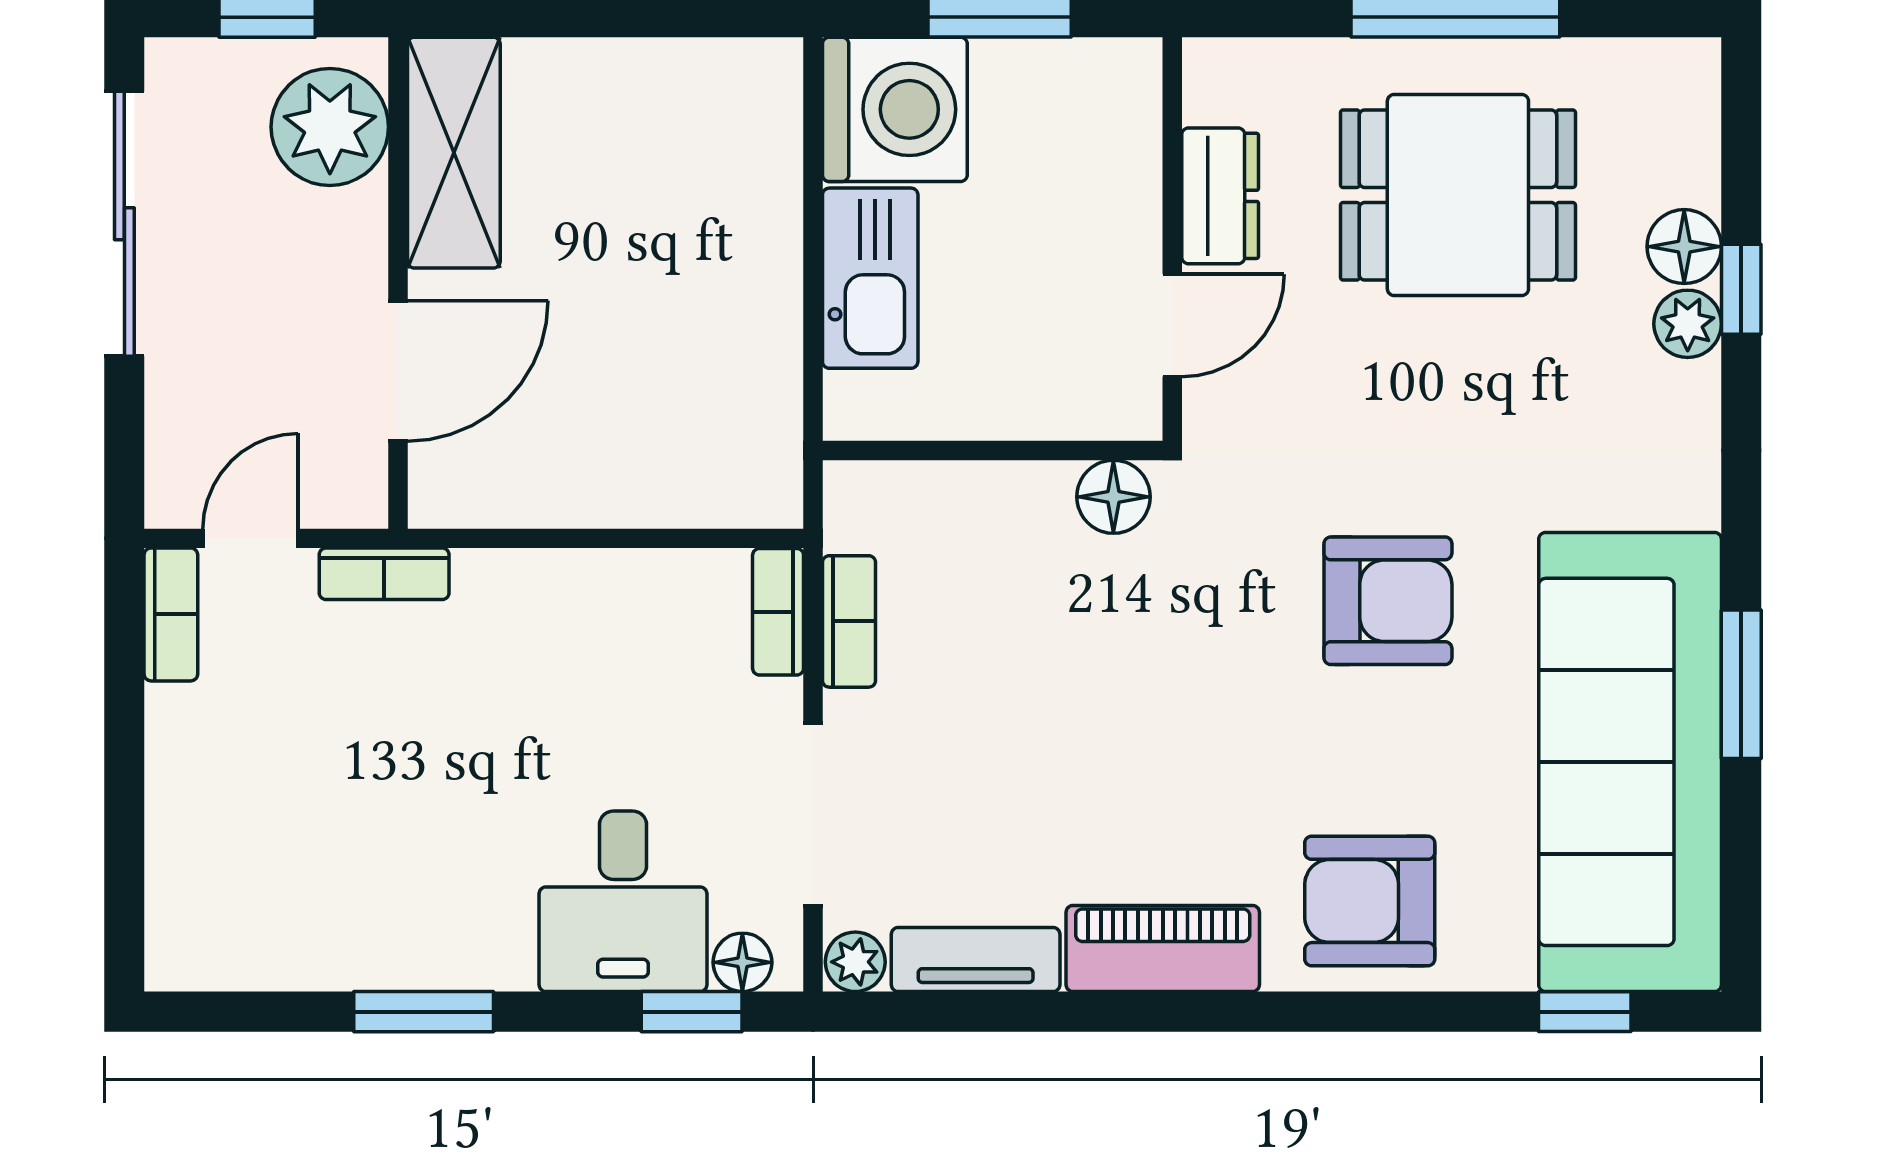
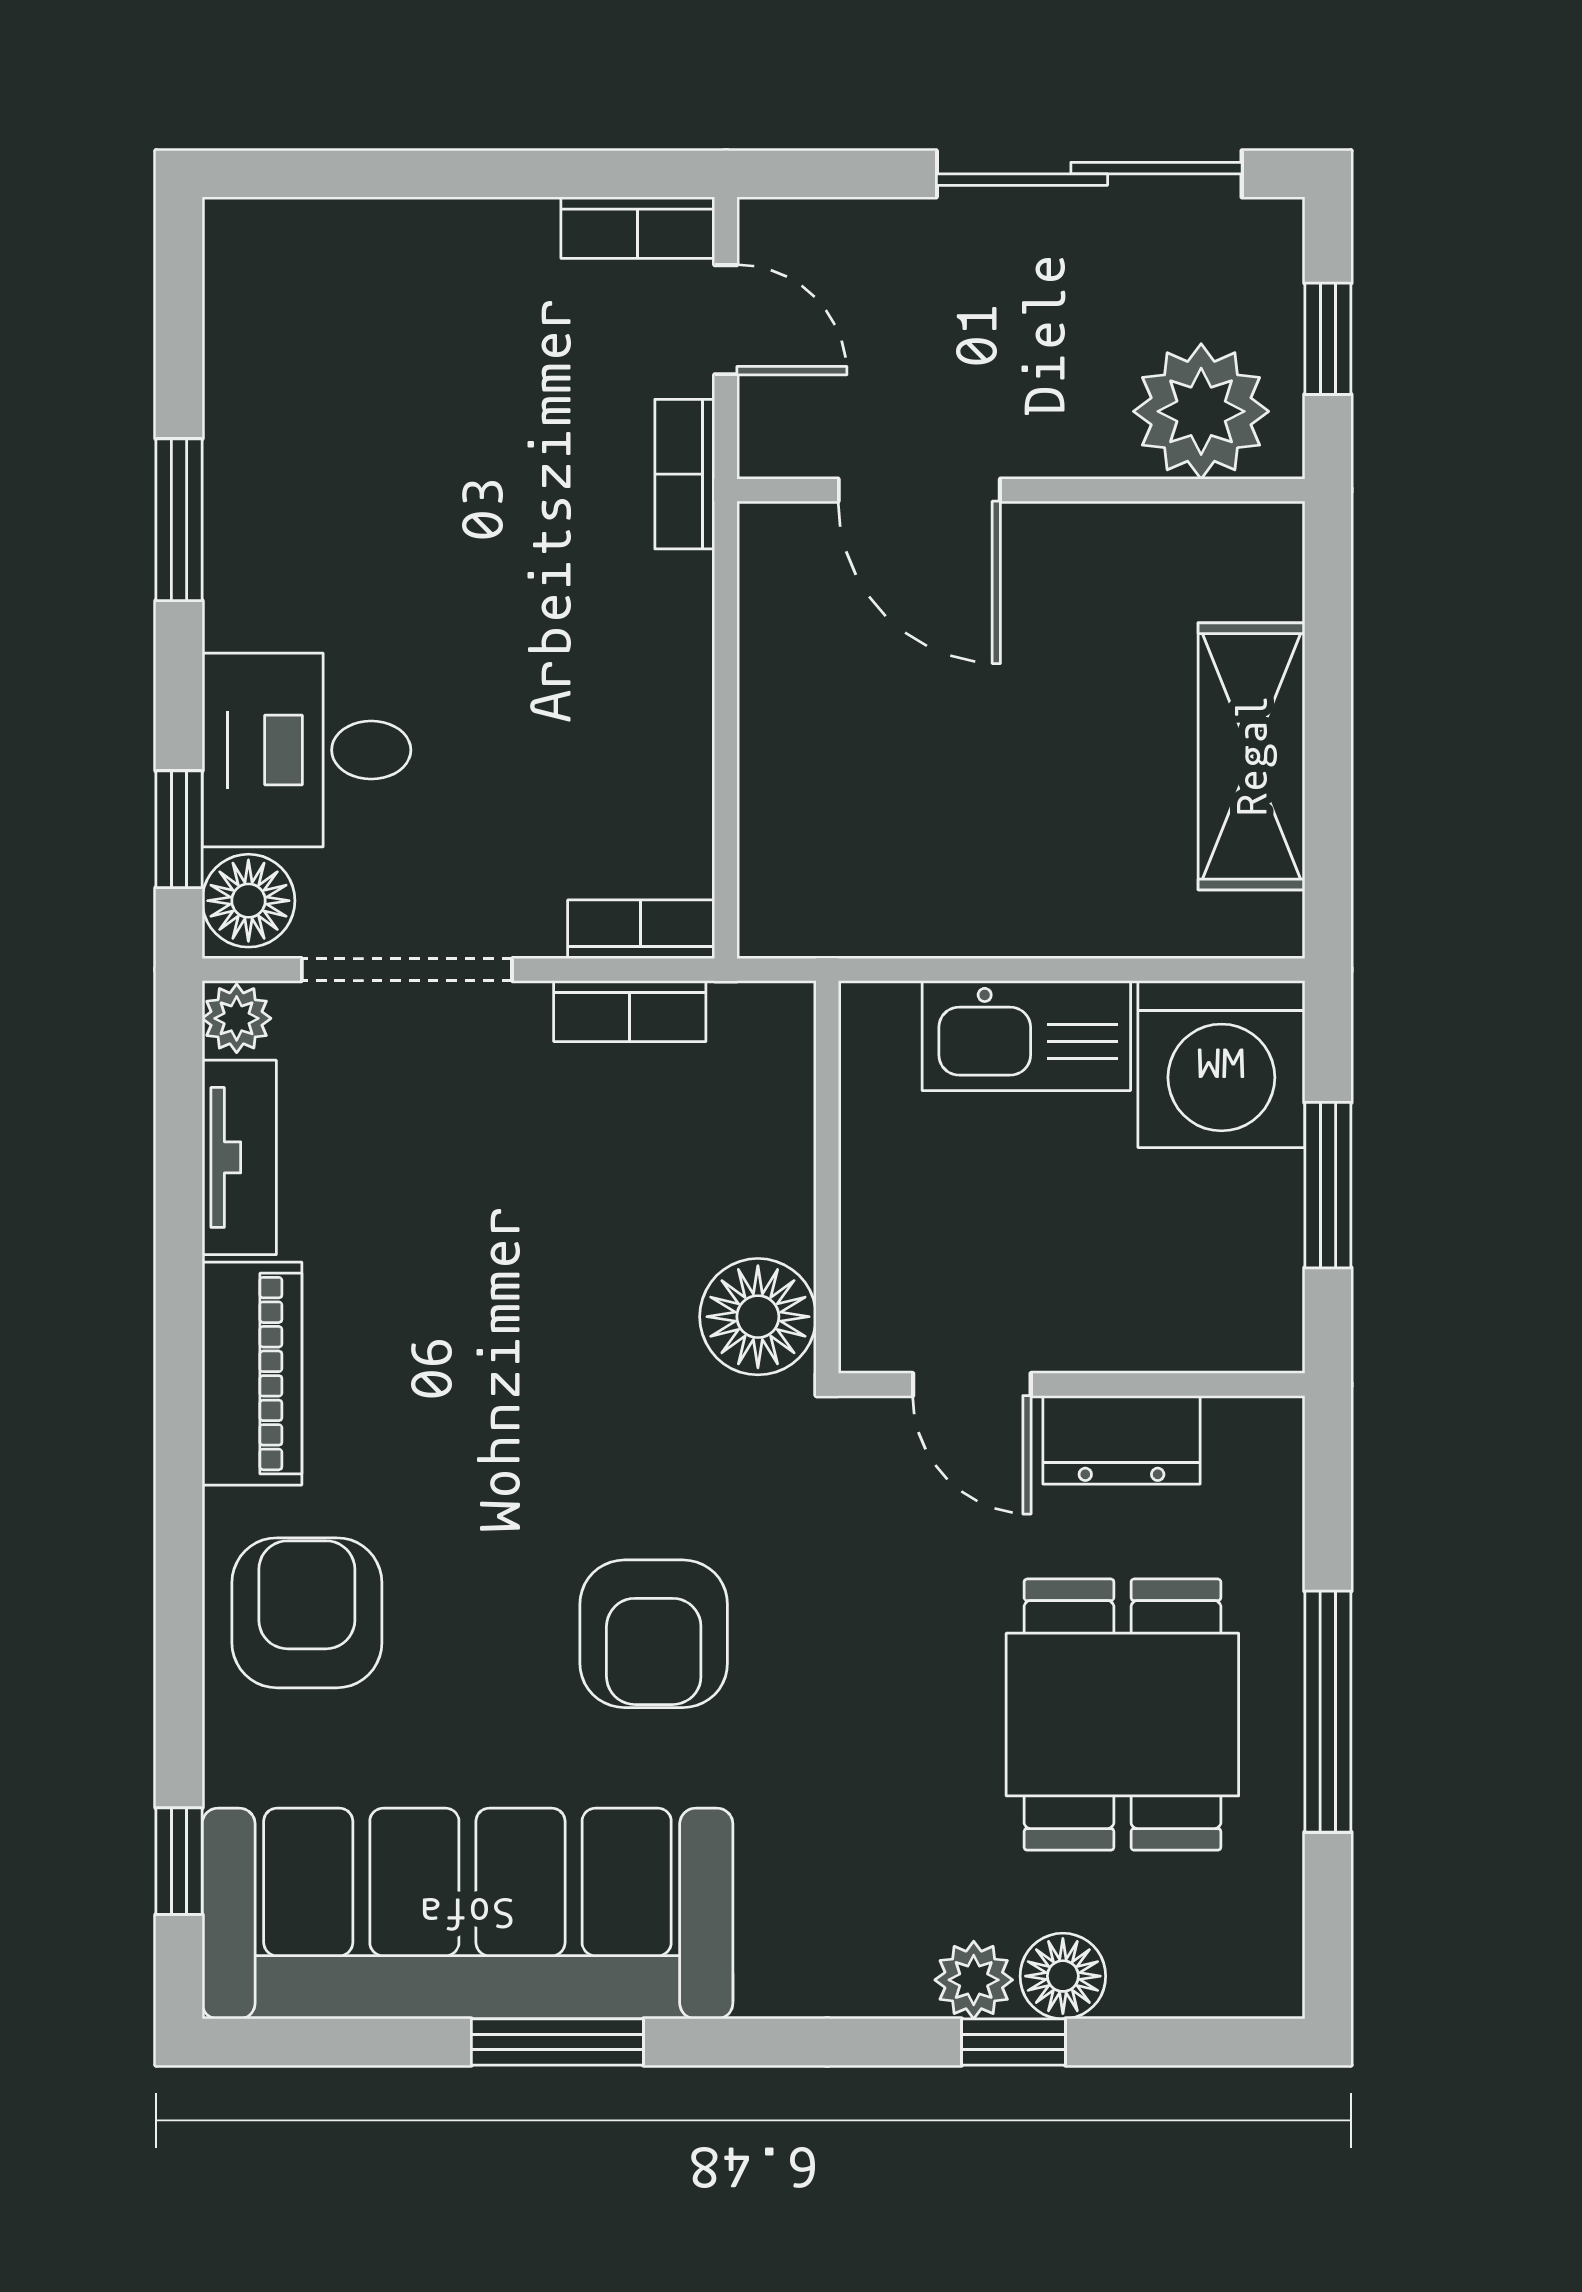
shelving: (454, 153) -> (1251, 756), moved, turned 90
floor lamp: (1113, 497) -> (758, 1317), width x1.38, depth x1.38
floor lamp: (742, 962) -> (248, 901), width x1.37, depth x1.37

